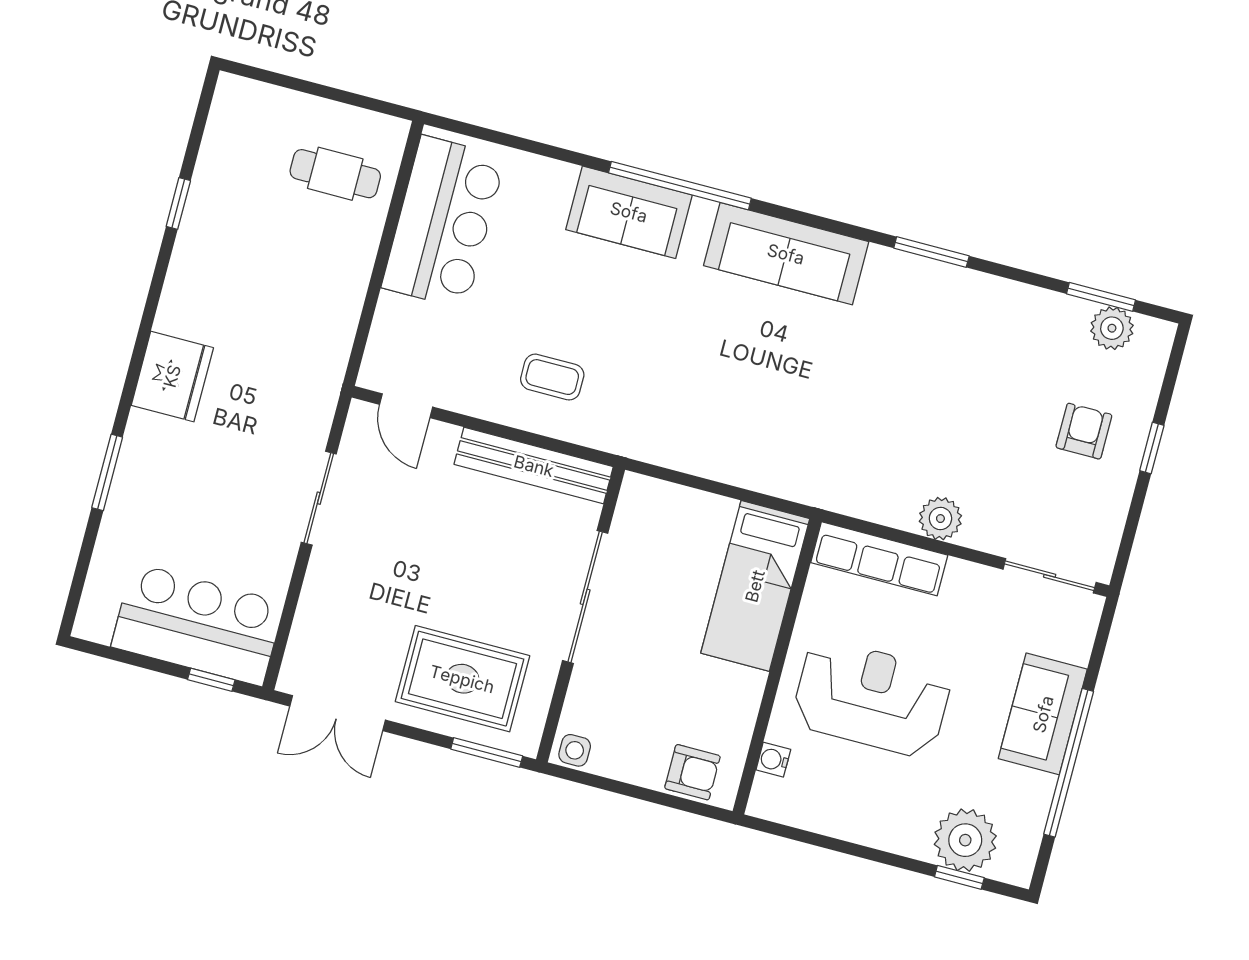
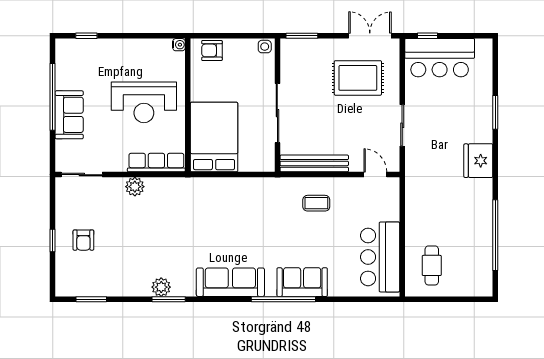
cafe table: (335, 174) -> (432, 265), turned 90
window: (178, 203) -> (495, 235), width x3.17
plant: (1112, 328) -> (161, 287), moved
bed: (755, 586) -> (214, 137), width x1.50
rug: (462, 679) -> (358, 78), moved
water cooler: (773, 760) -> (179, 45), moved
plant: (965, 840) -> (88, 52), removed

